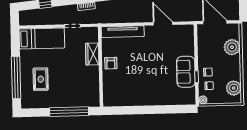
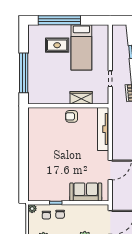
bed: (42, 38) -> (81, 47), moved
sofa: (186, 72) -> (86, 192), moved

